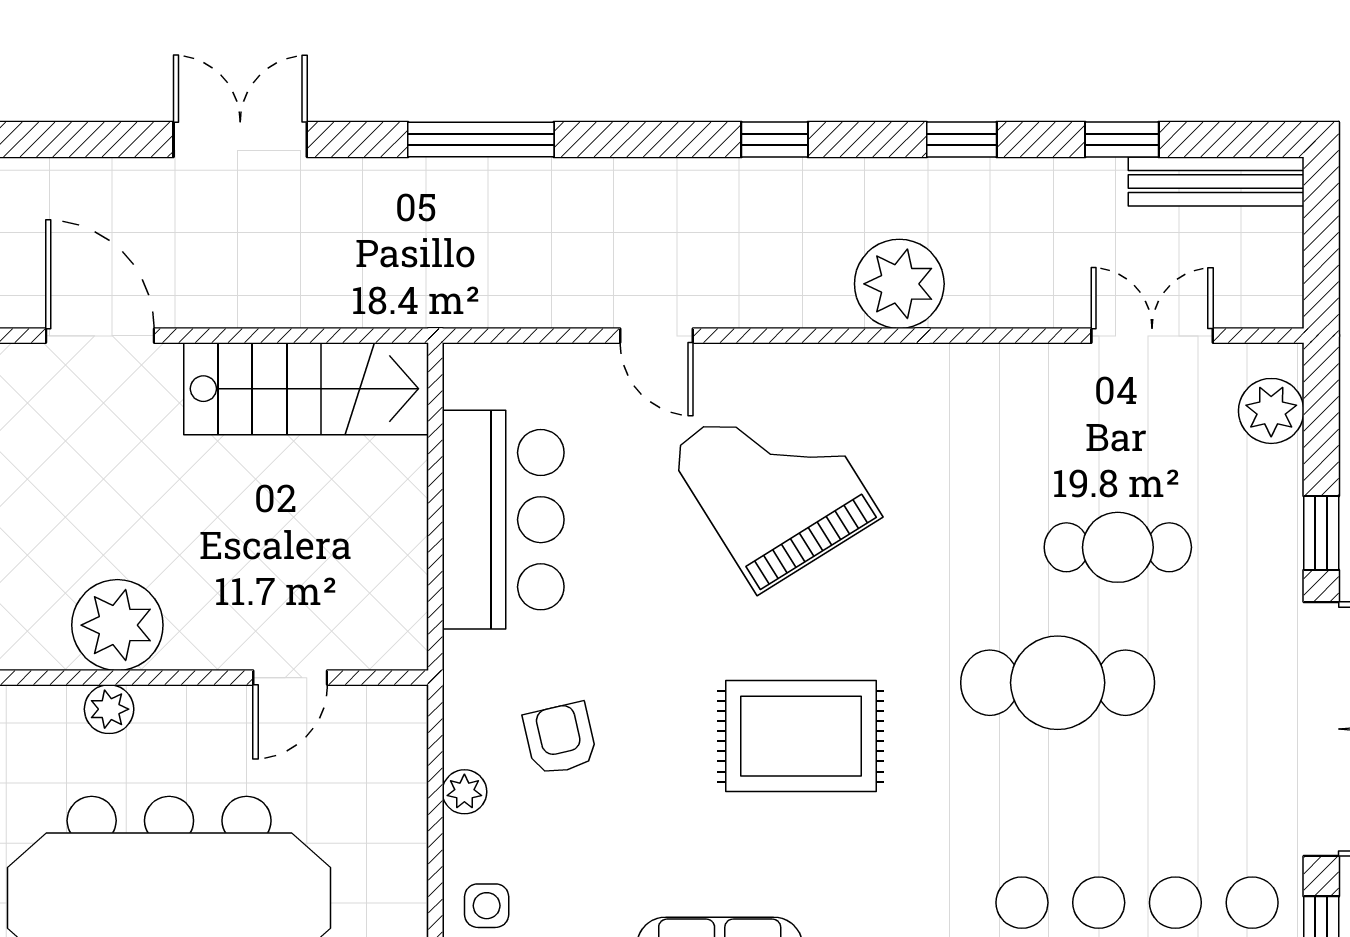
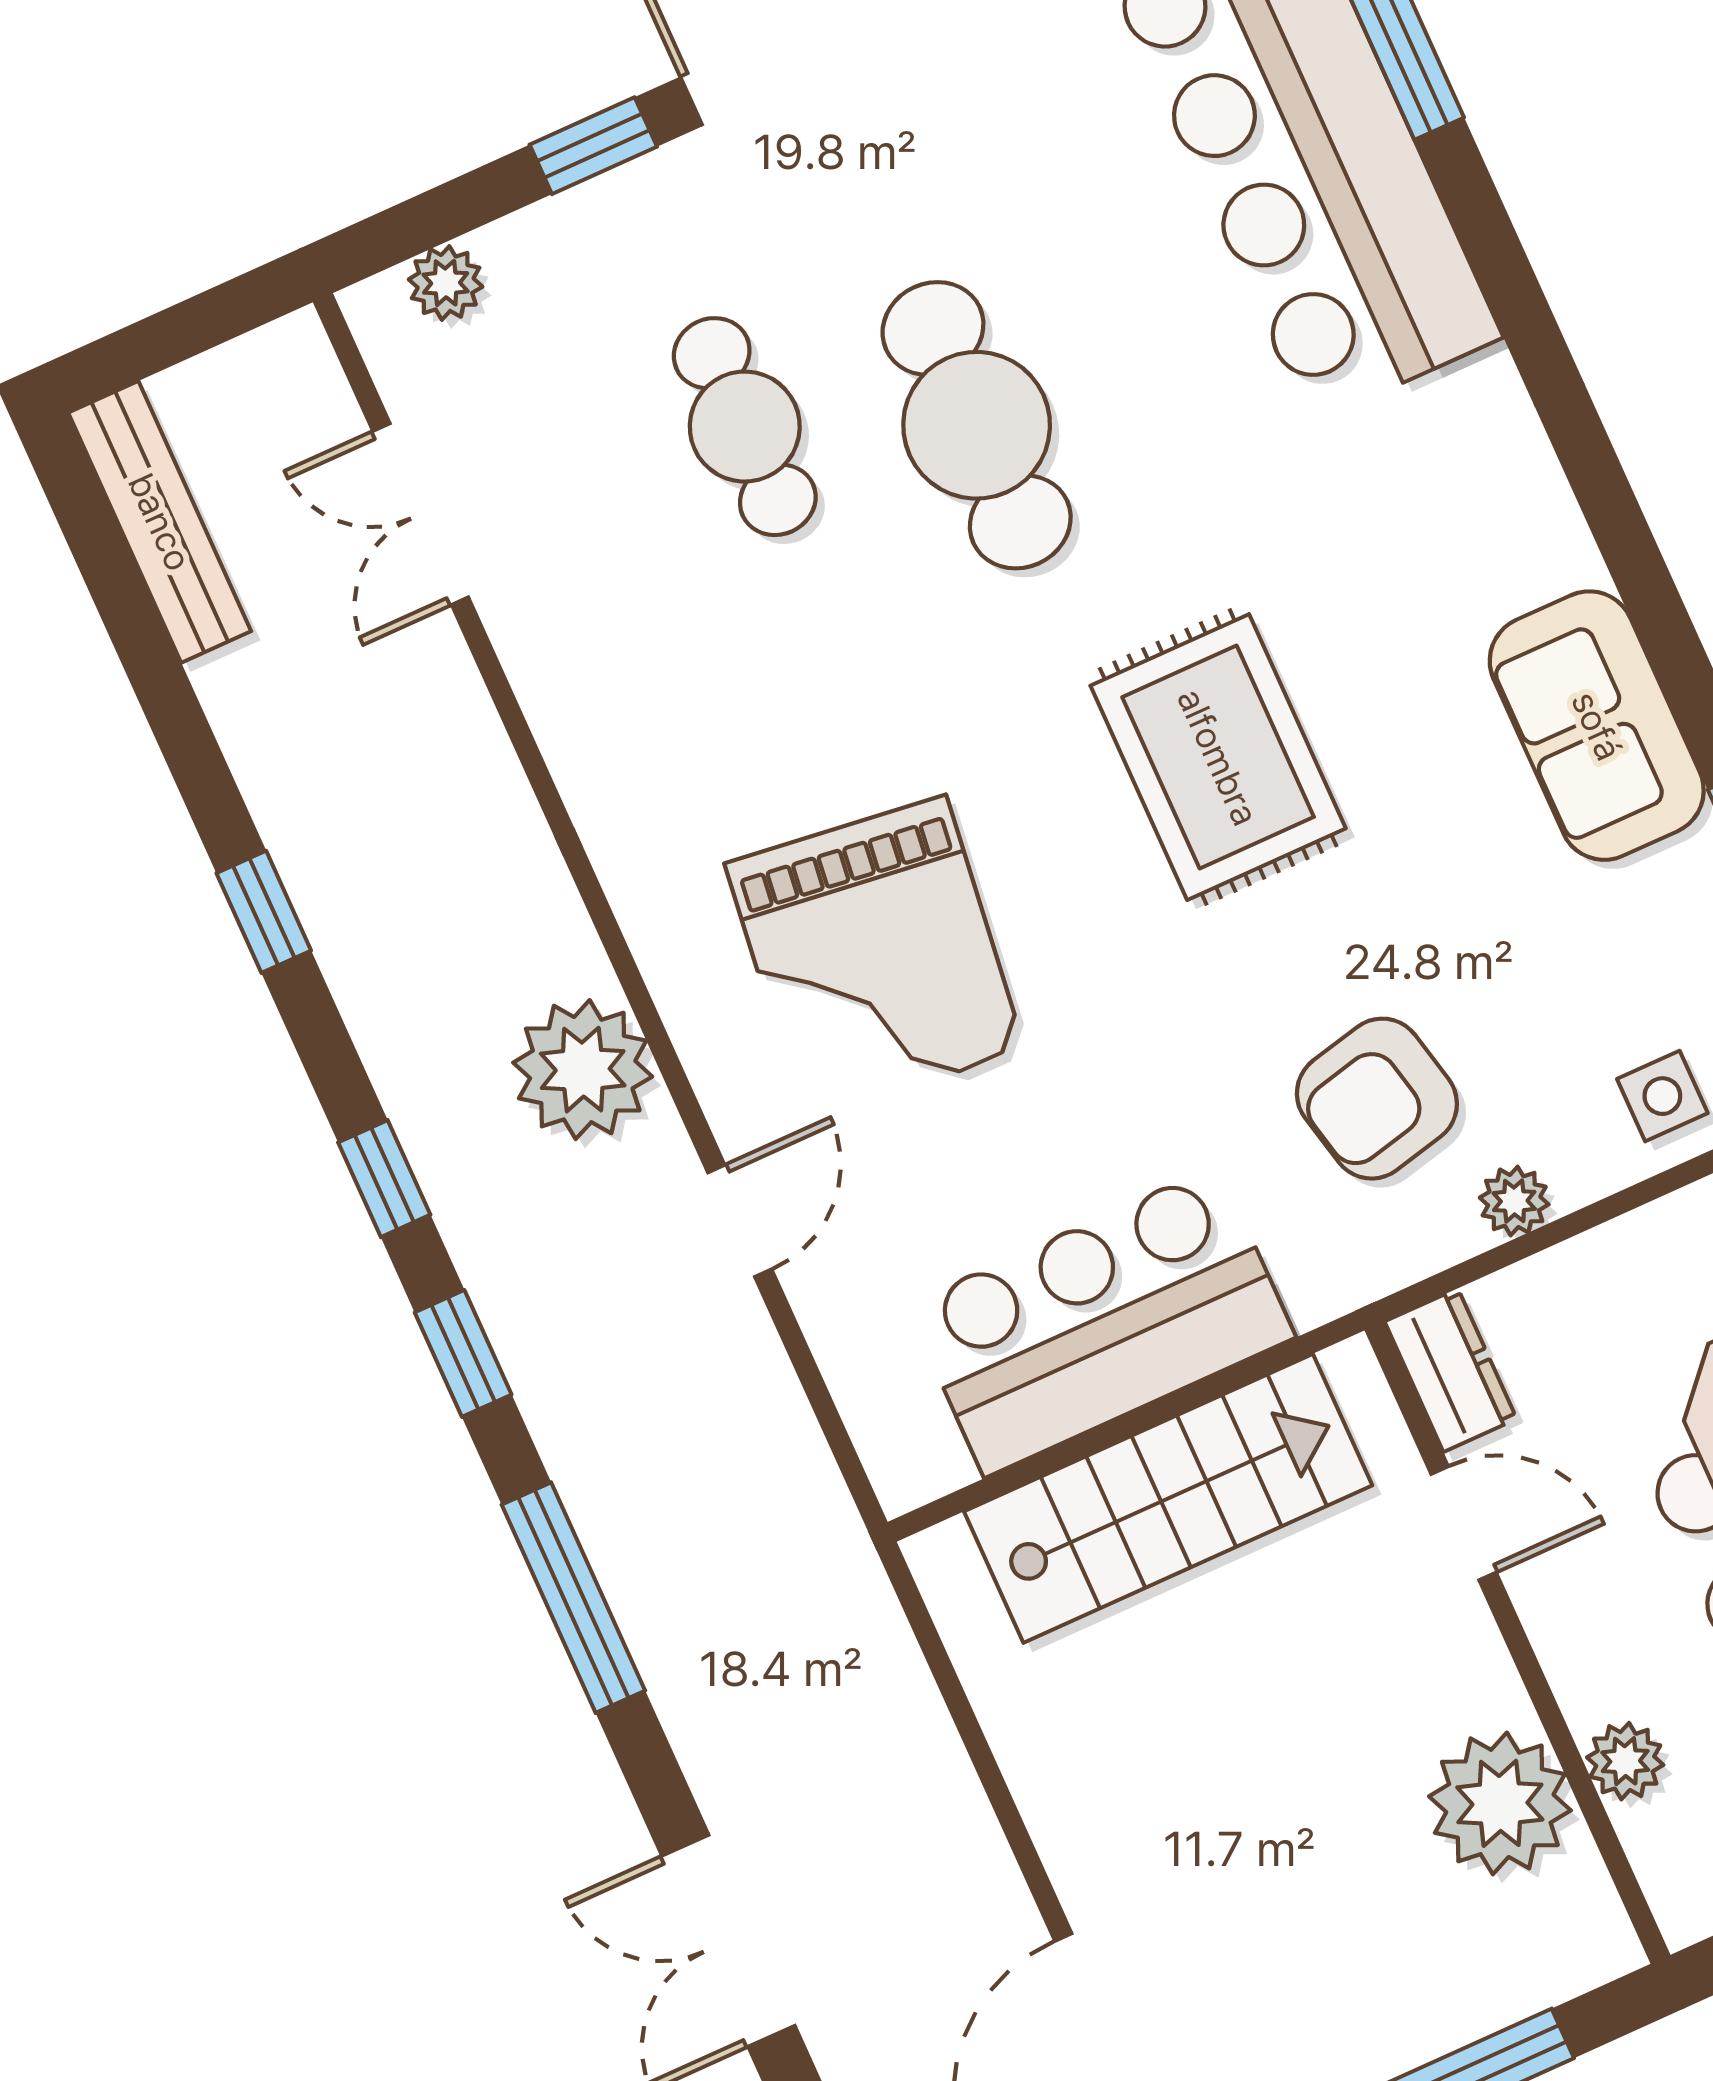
window: (1122, 140) -> (463, 1353), moved
plant: (899, 284) -> (583, 1070), moved
stairs: (306, 389) -> (1168, 1498), moved, turned 90
plant: (1271, 411) -> (446, 283), width x0.73, depth x0.73
grand piano: (775, 484) -> (875, 957), turned -51
dresser: (383, 710) -> (1451, 1370), added
armchair: (560, 739) -> (1377, 1099), width x1.38, depth x1.38

